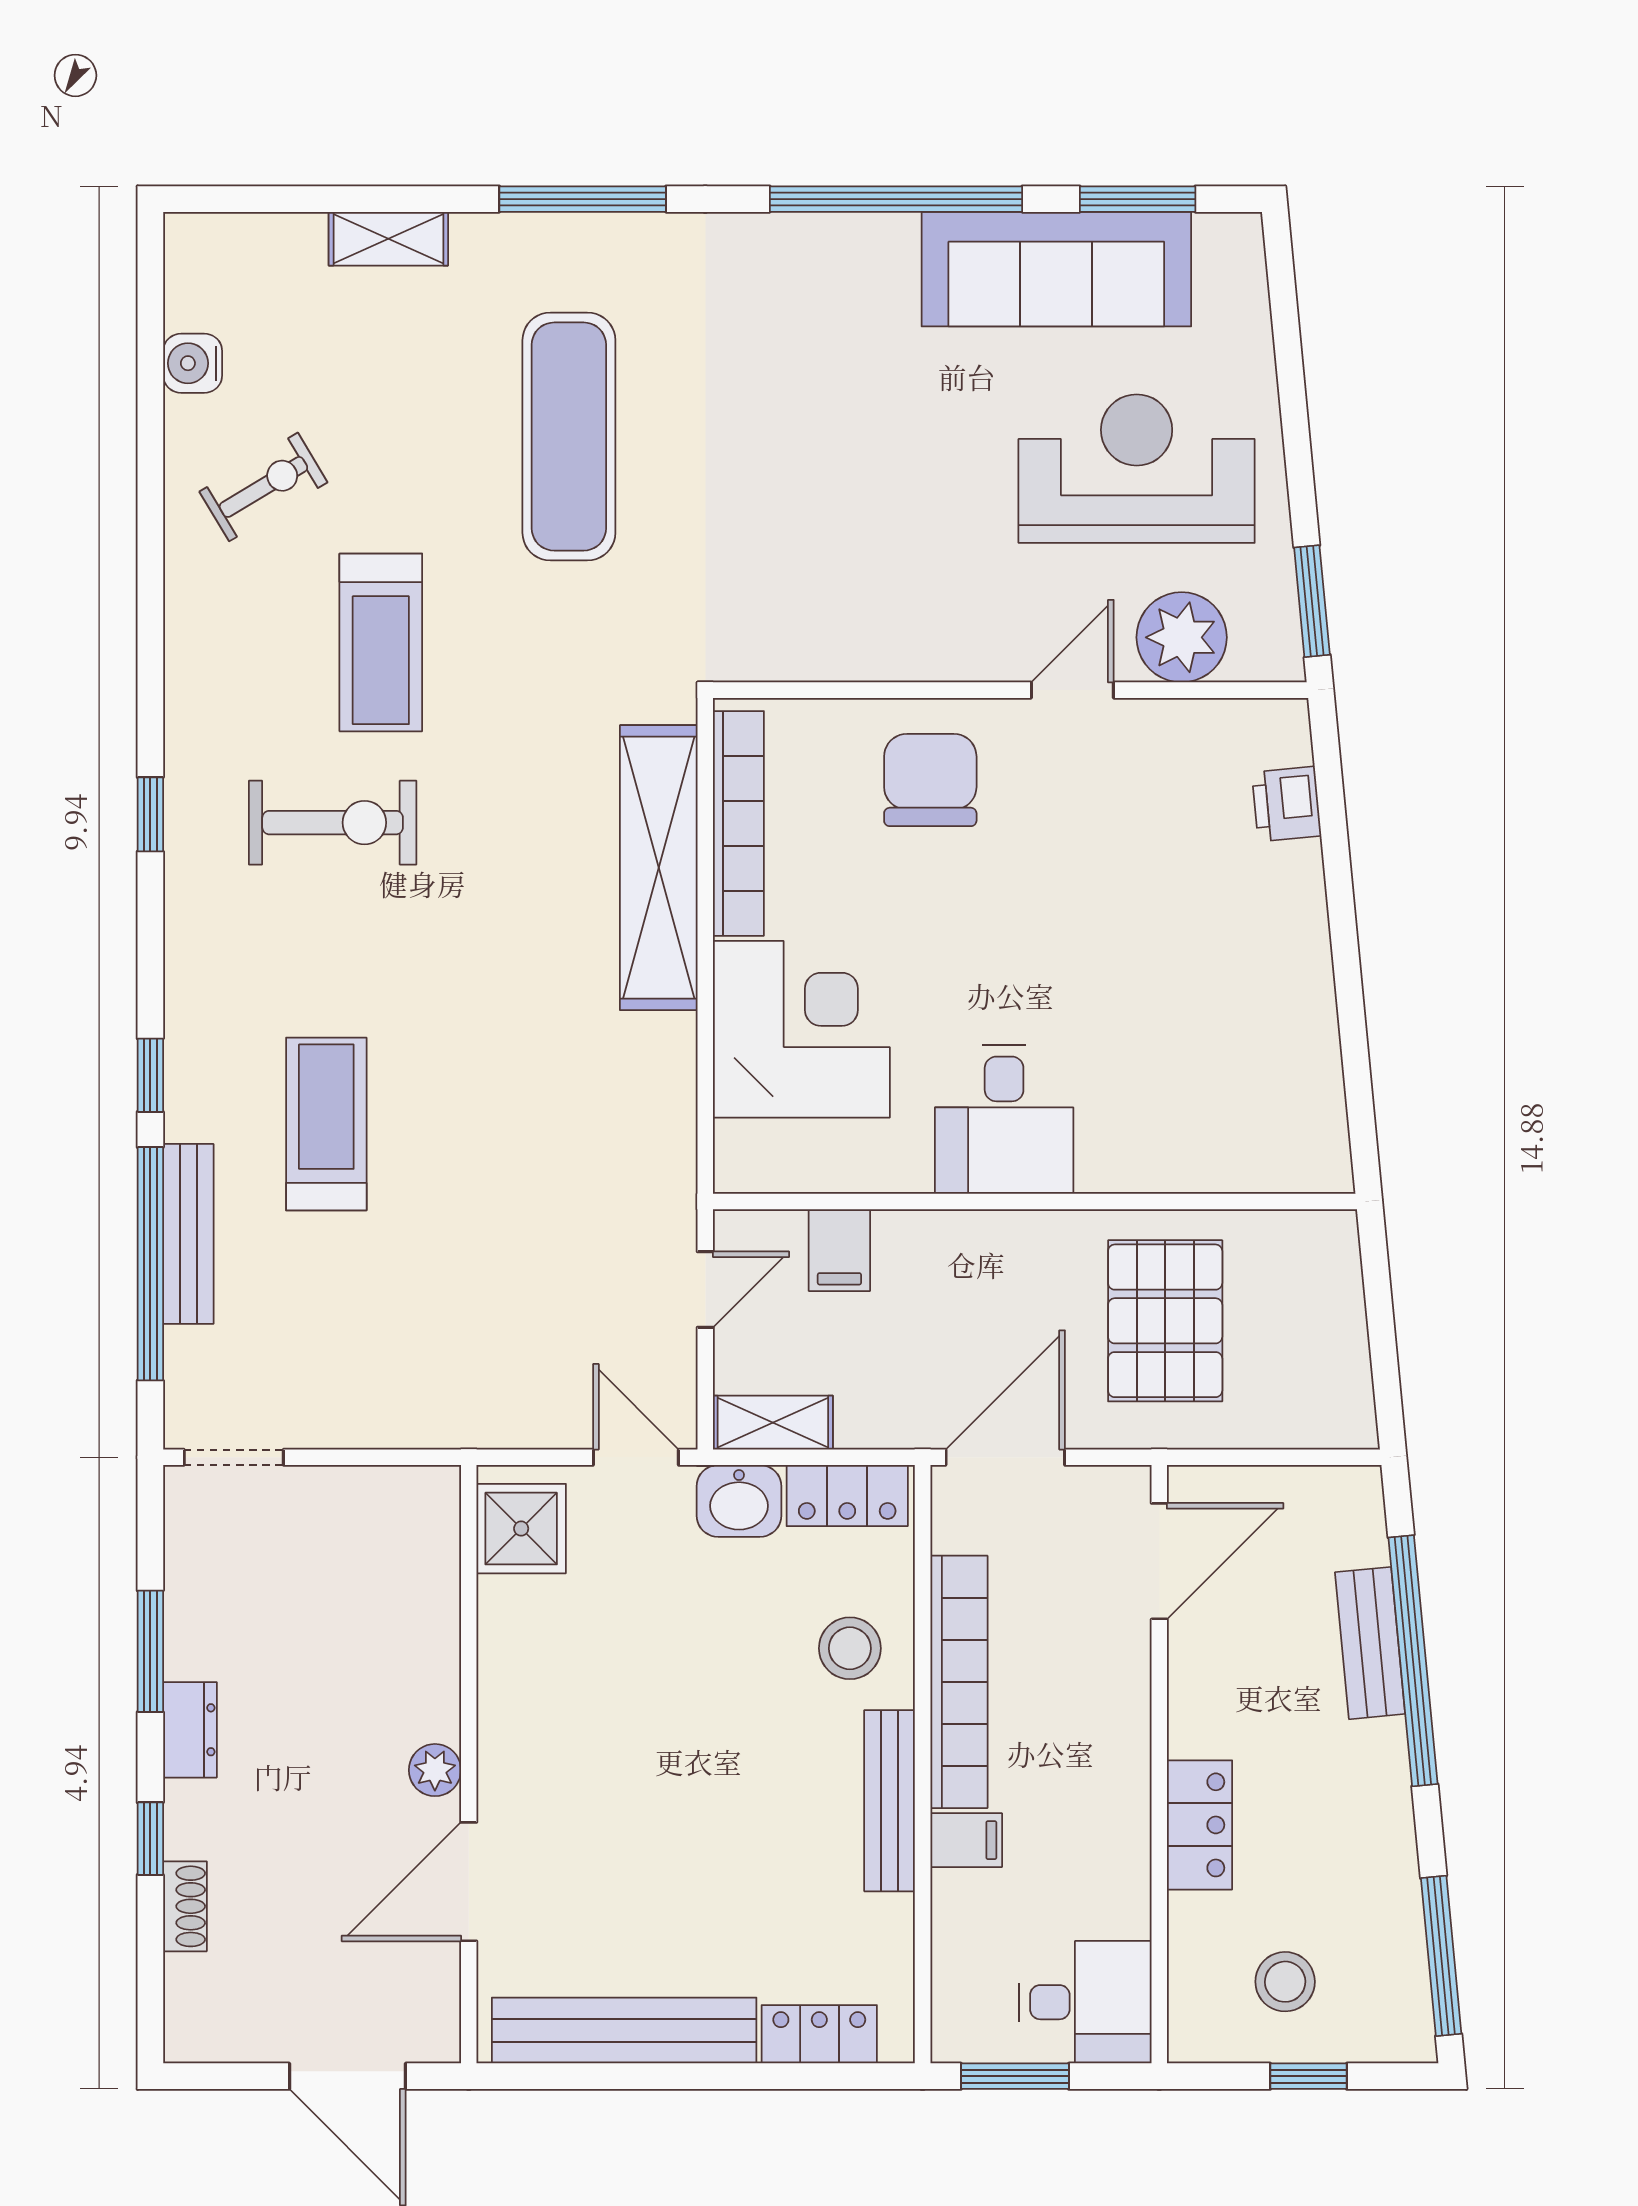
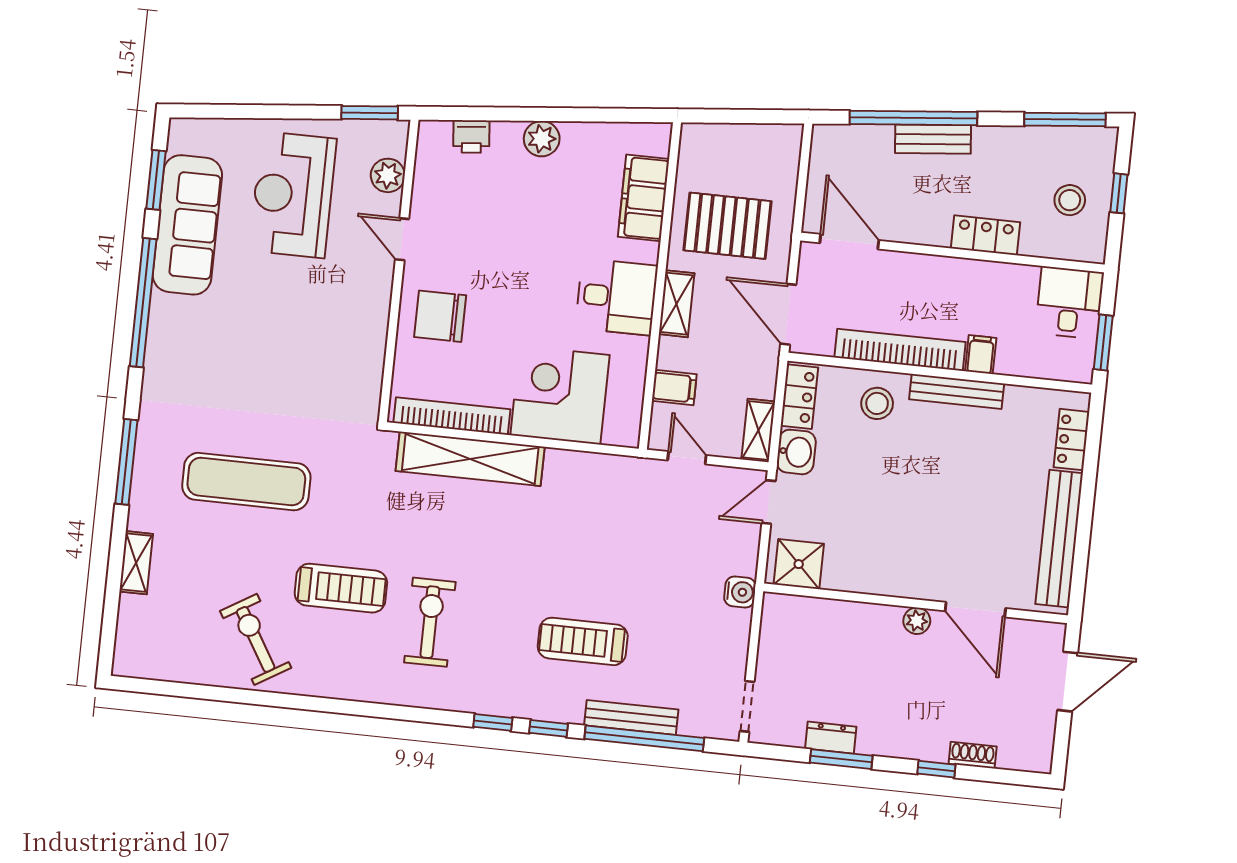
water cooler: (193, 363) -> (740, 592), moved, turned -90
exercise bike: (263, 487) -> (256, 639), width x1.38, depth x1.39
plant: (1182, 637) -> (388, 175), width x0.73, depth x0.73
window: (150, 814) -> (493, 722), moved
plant: (1297, 941) -> (542, 139), added
filing cabinet: (1202, 1152) -> (644, 198), added
shelving: (1003, 1238) -> (677, 304), added
bench: (1370, 1643) -> (933, 139), moved
dresser: (190, 1730) -> (831, 738), moved

